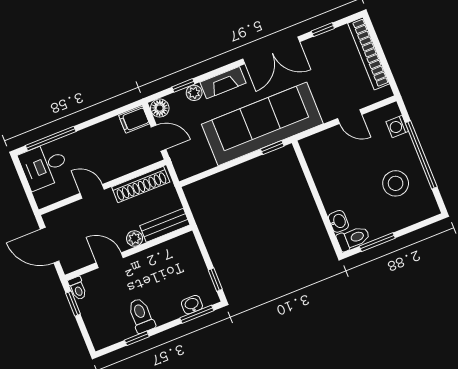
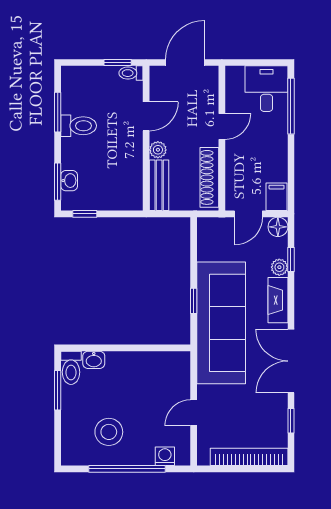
window: (272, 148) -> (194, 301), moved
window: (137, 338) -> (58, 112), width x1.50

